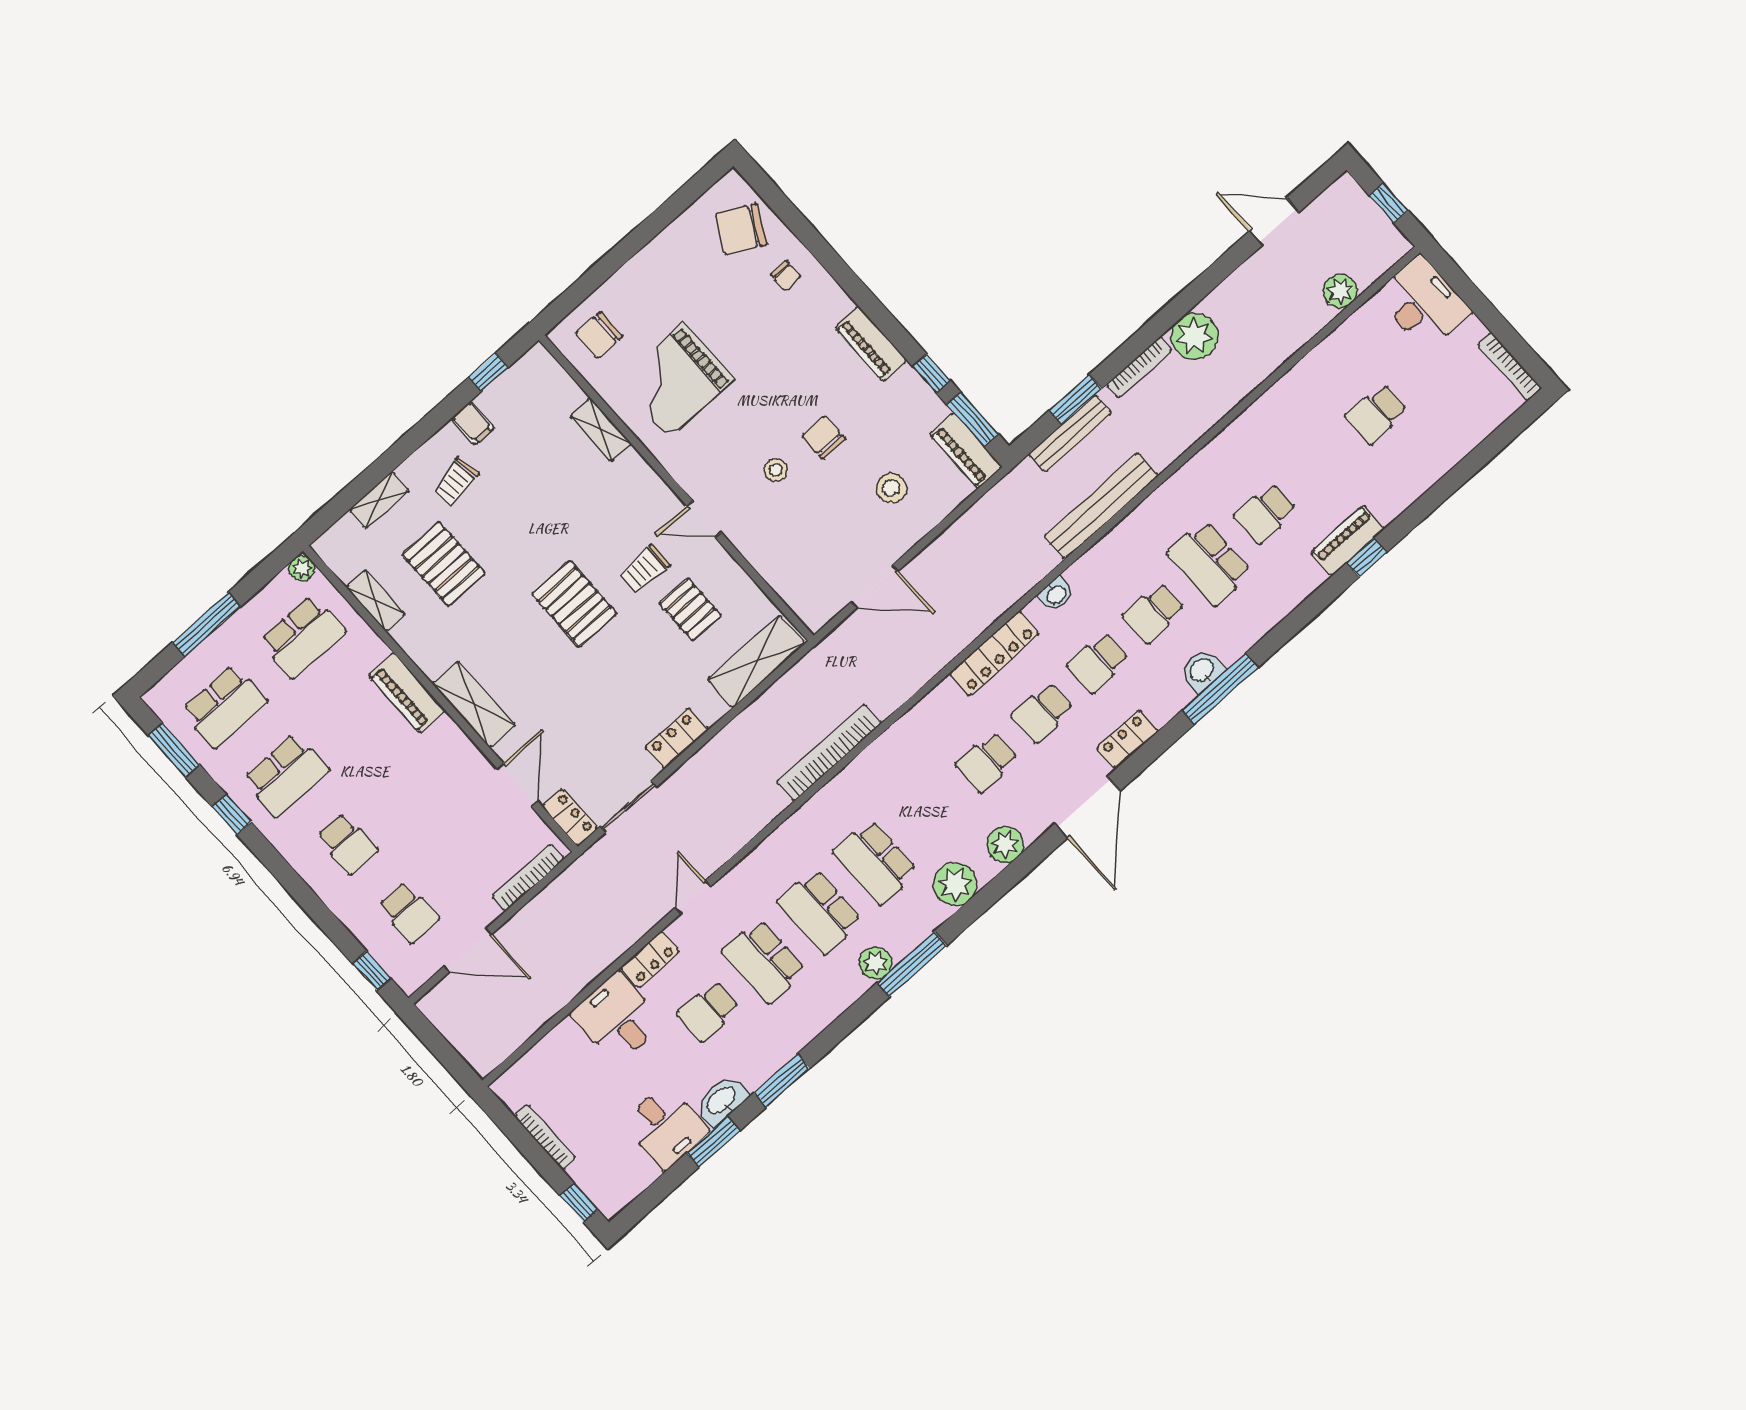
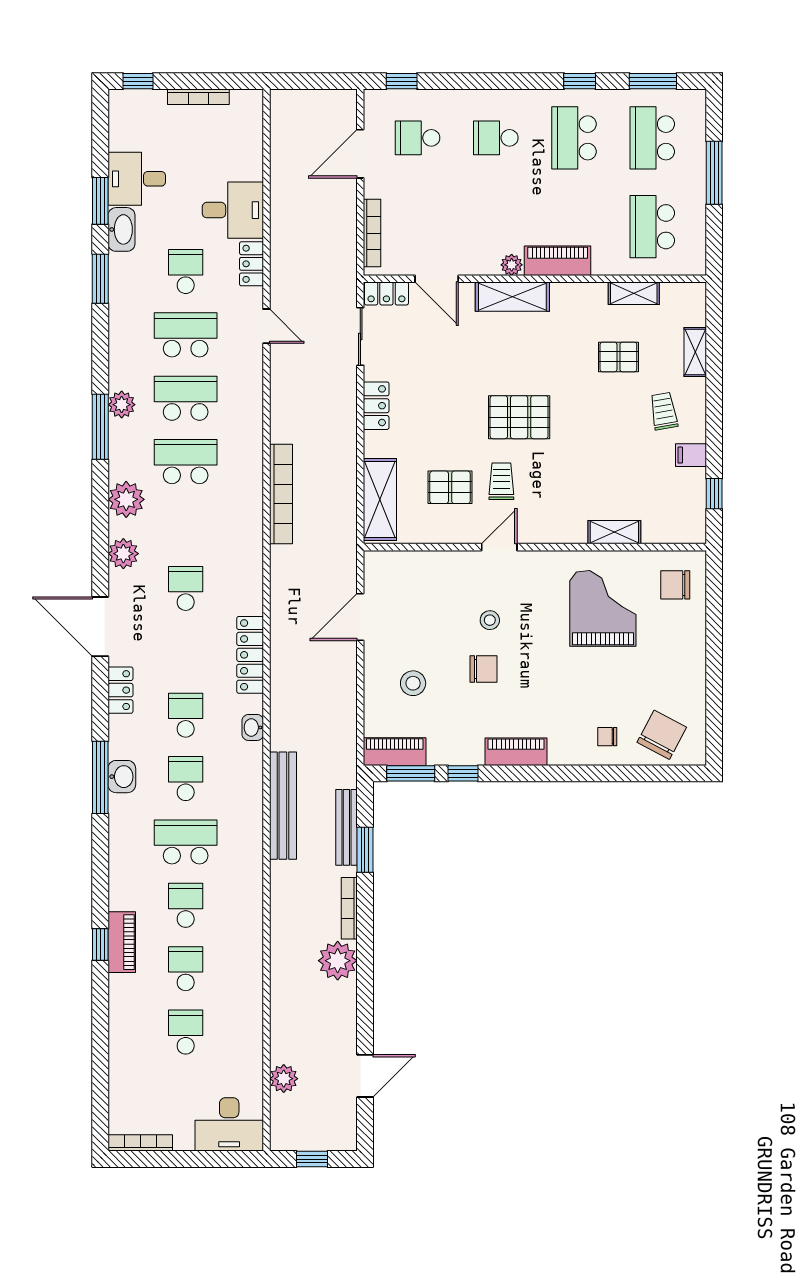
chair: (599, 335) -> (675, 585), turned -90
pallet: (444, 564) -> (618, 357), width x0.67, depth x0.71
plant: (302, 568) -> (512, 265), moved
school desk: (1042, 712) -> (186, 969), moved

